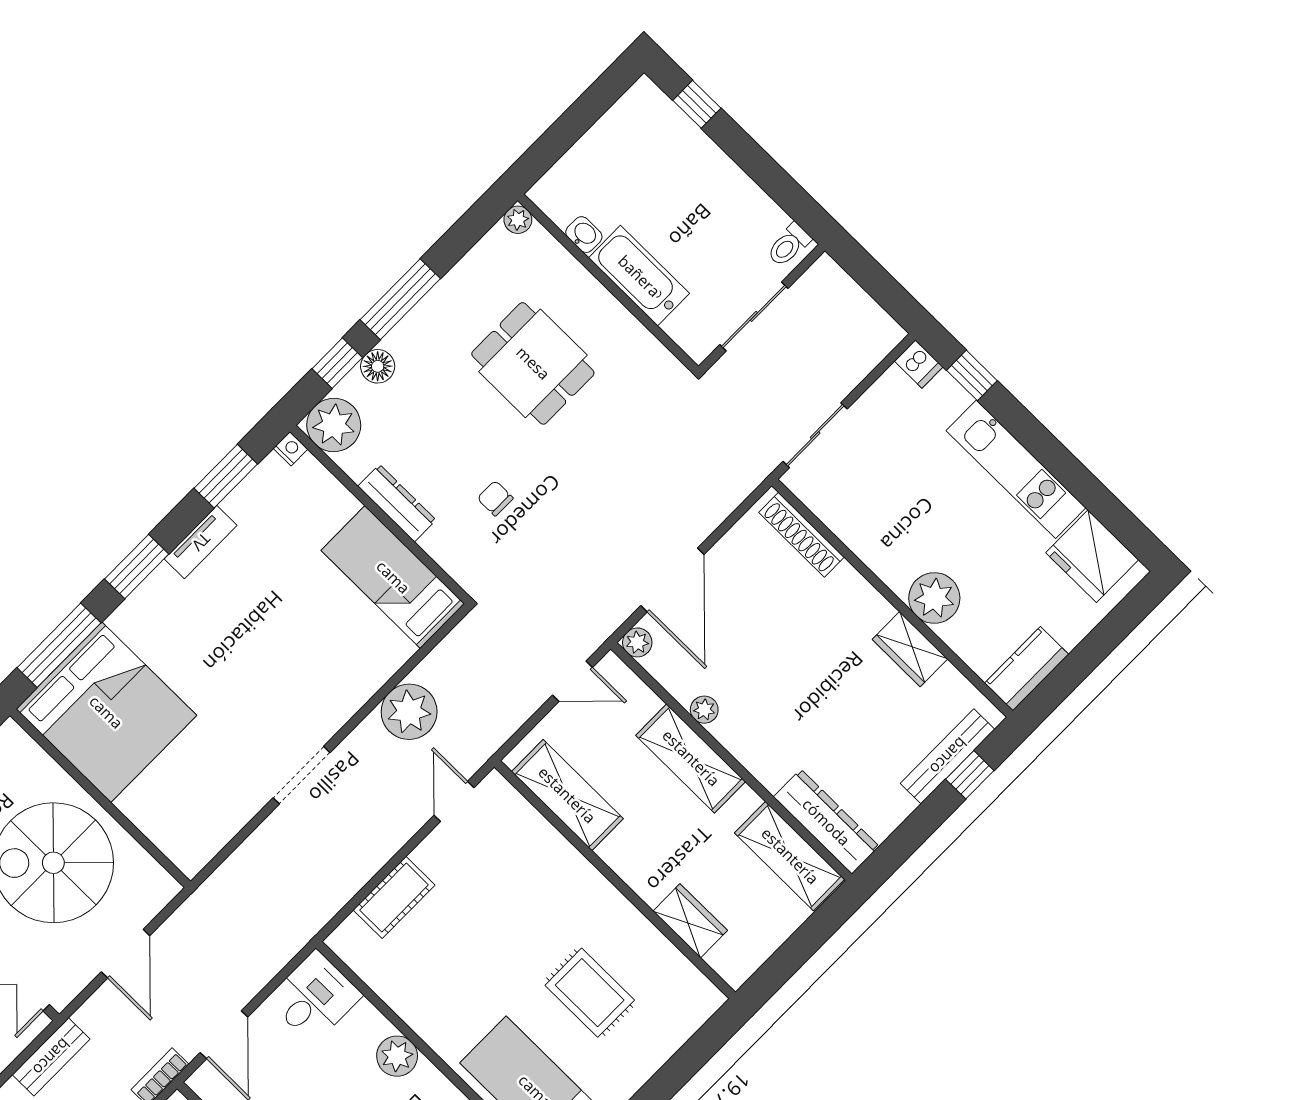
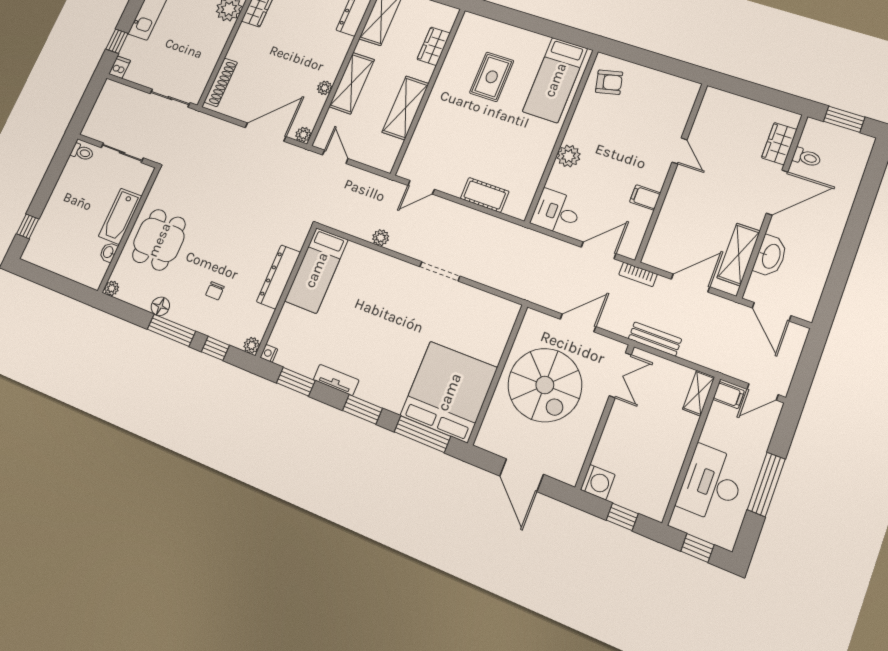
dining table: (533, 363) -> (159, 240), moved
floor lamp: (378, 366) -> (160, 306), moved
plant: (334, 425) -> (252, 345), width x0.53, depth x0.53
chair: (495, 498) -> (215, 291), moved
dresser: (397, 503) -> (279, 277), width x1.37, depth x1.24
plant: (409, 712) -> (381, 238), width x0.53, depth x0.53
shelving: (567, 795) -> (405, 108), moved

